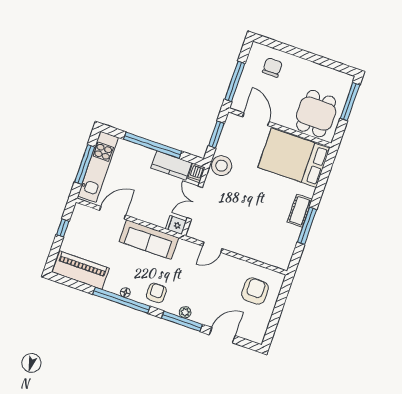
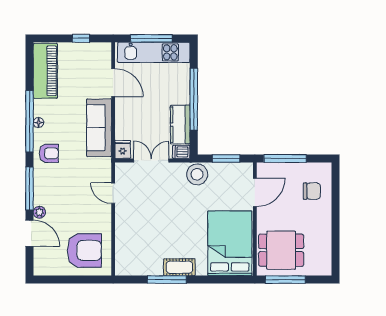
window: (350, 102) -> (285, 280), moved
armchair: (255, 291) -> (84, 250), width x1.36, depth x1.36
plant: (185, 312) -> (39, 212), moved

